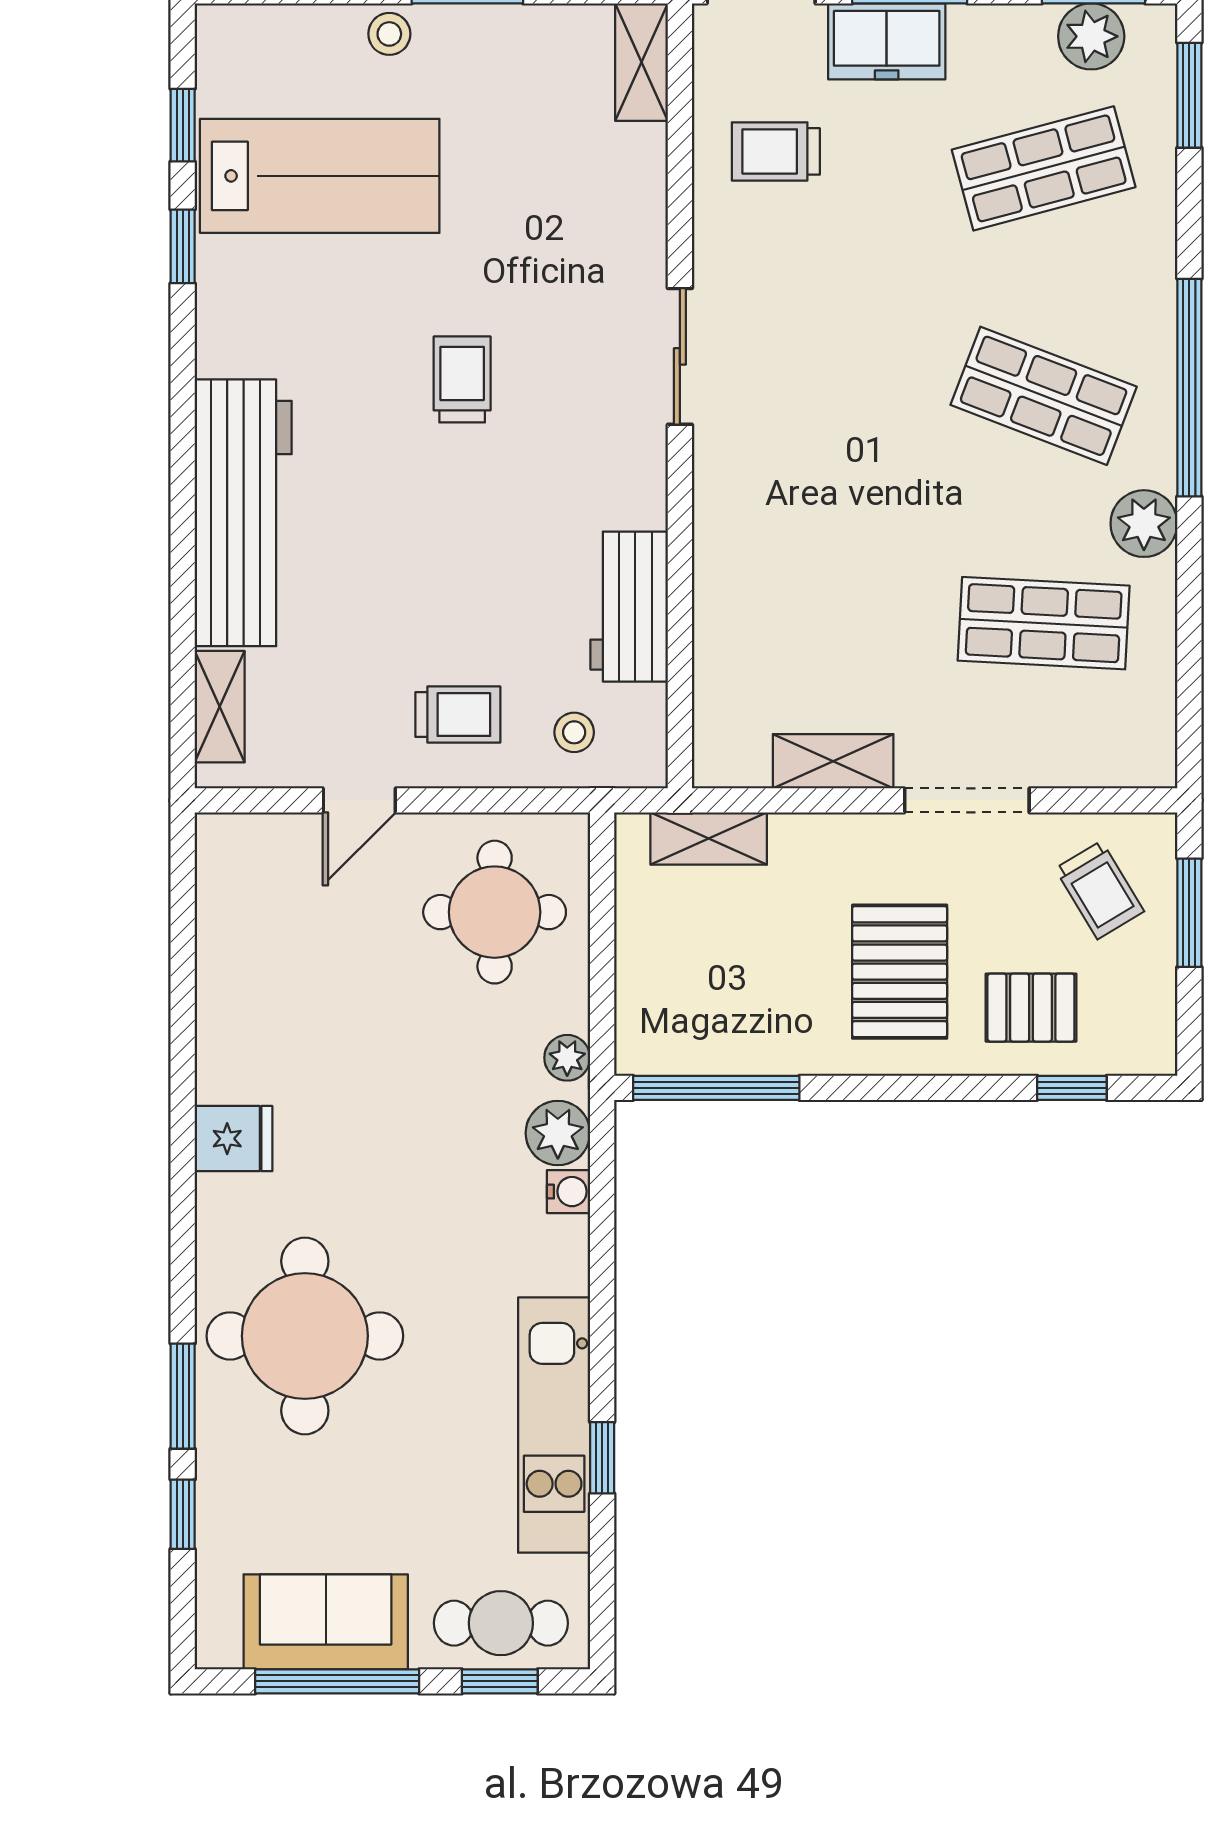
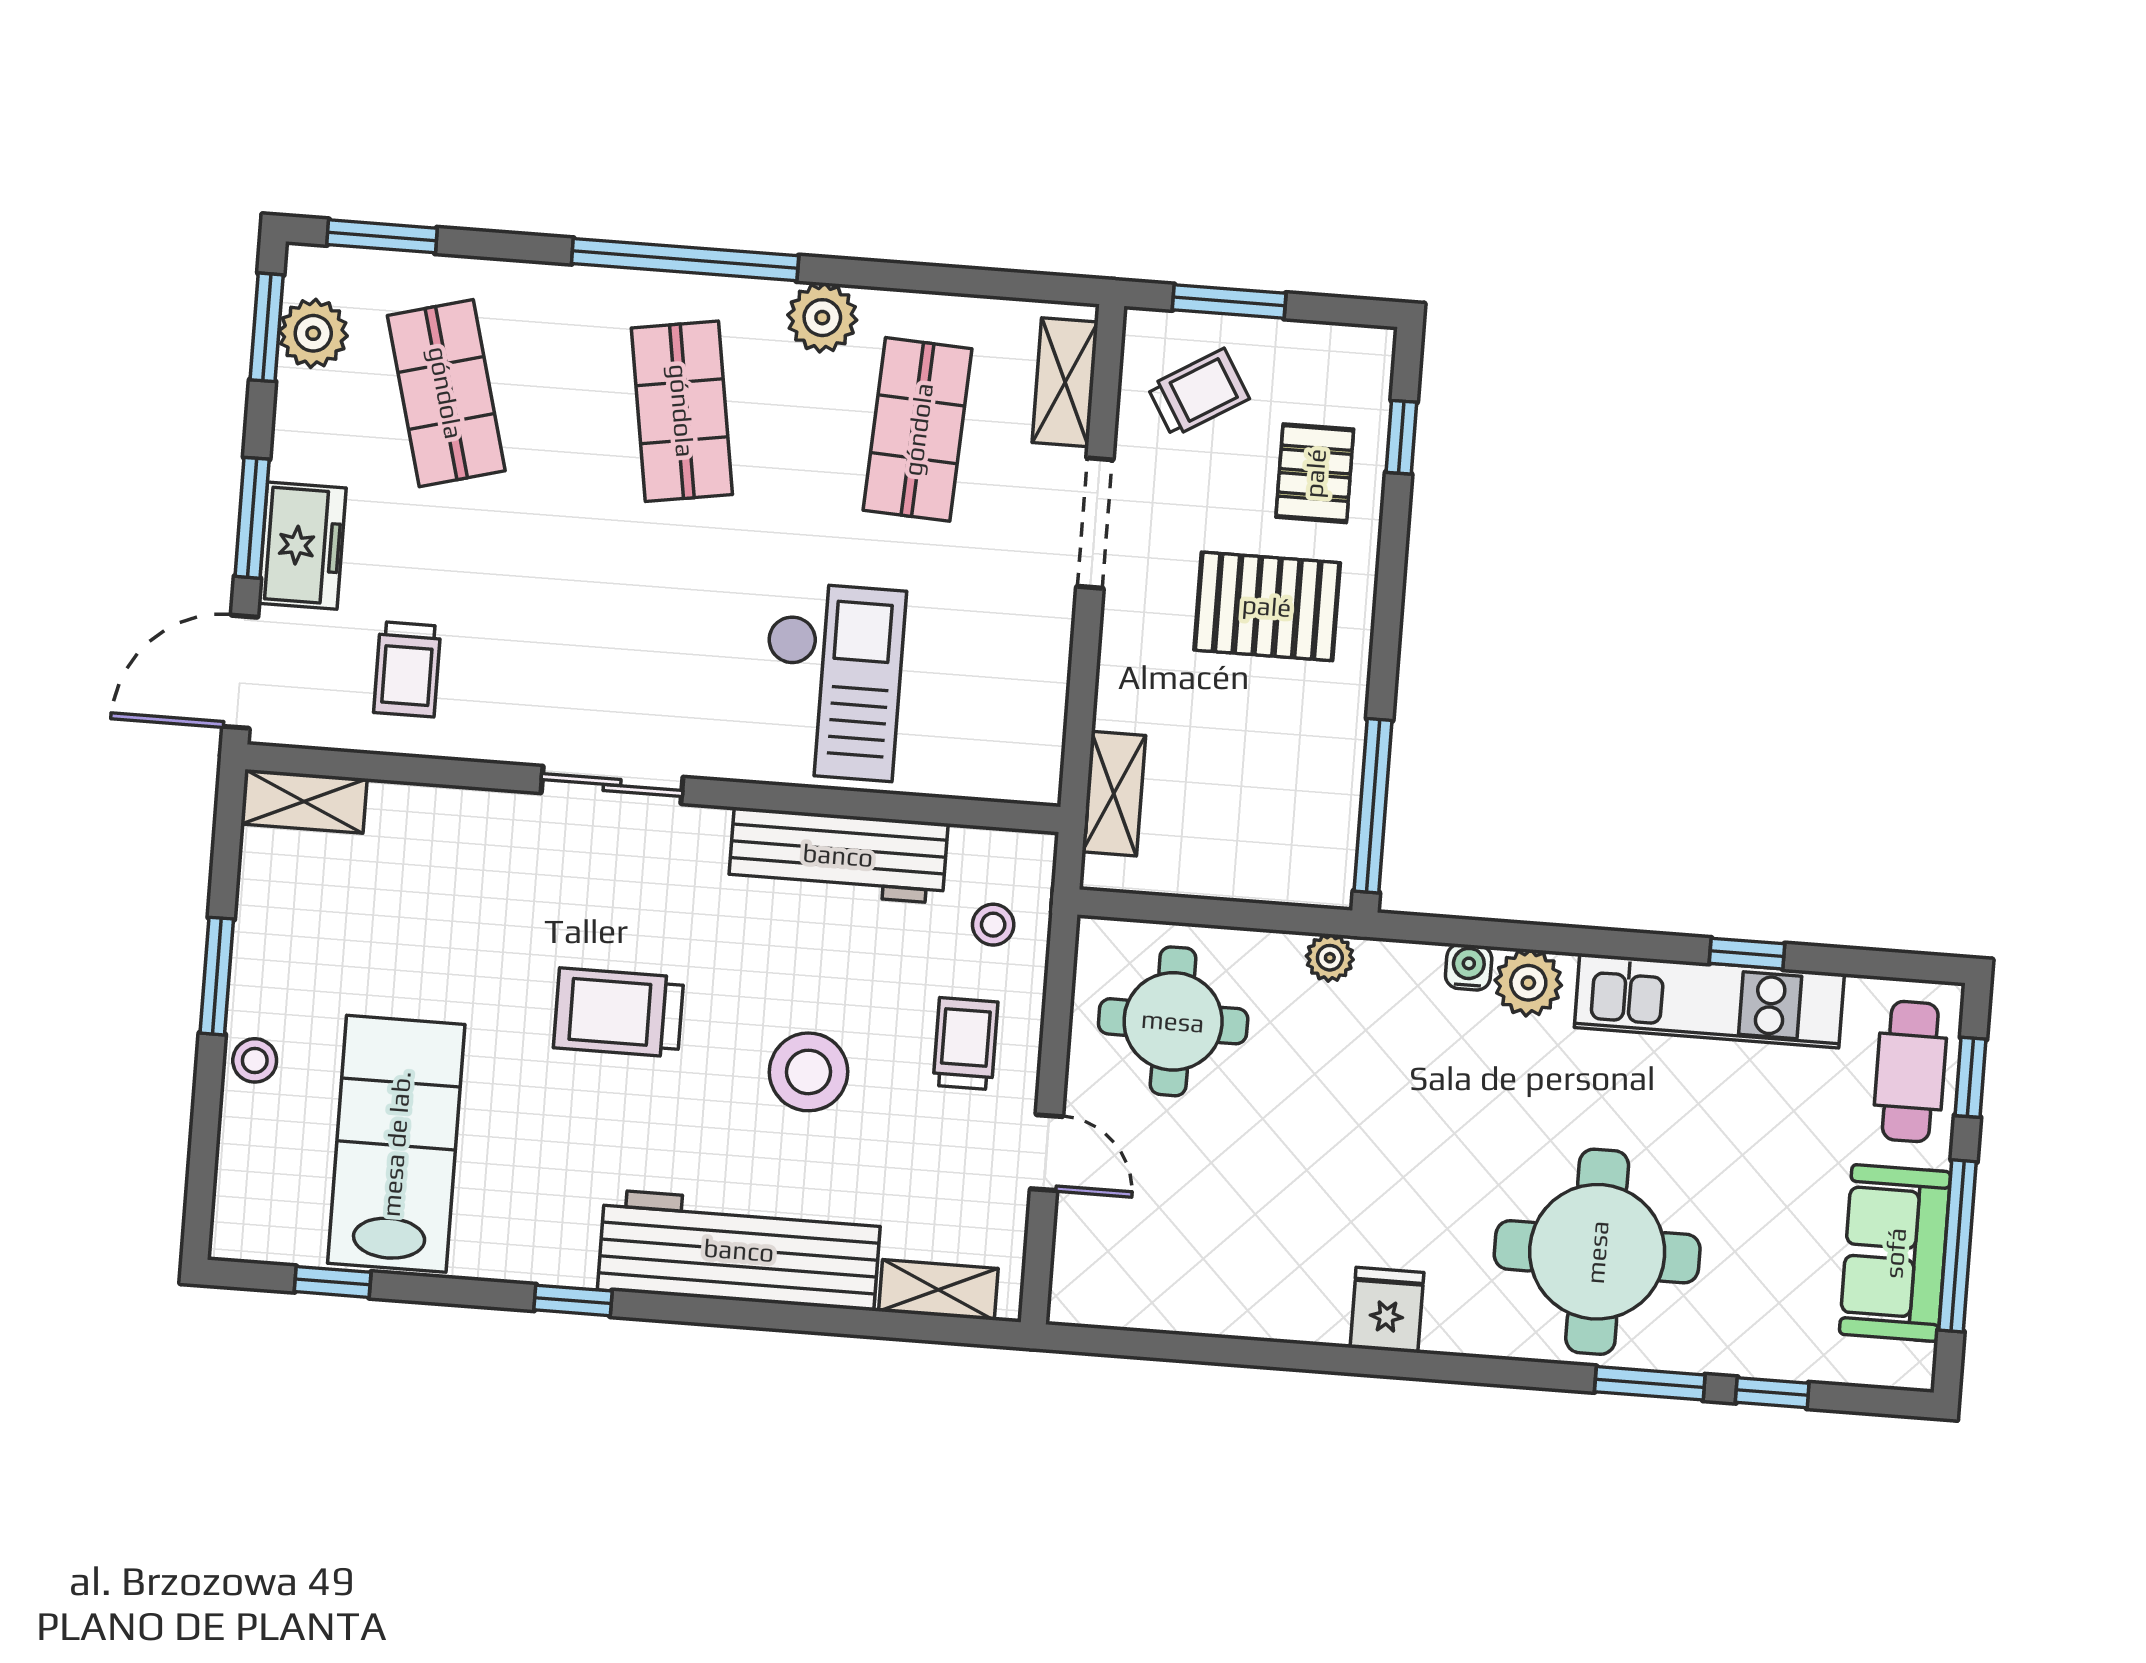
window: (183, 246) -> (573, 1300), moved
trolley: (462, 379) -> (619, 1013), width x1.36, depth x1.39
shop shelf: (1044, 396) -> (682, 411), turned -30
checkout: (796, 560) -> (832, 681), added
stool: (419, 566) -> (808, 1072), added
workbench: (629, 607) -> (838, 855), width x1.37
shelving: (833, 761) -> (1065, 382), moved
plant: (558, 1133) -> (1528, 983), moved

